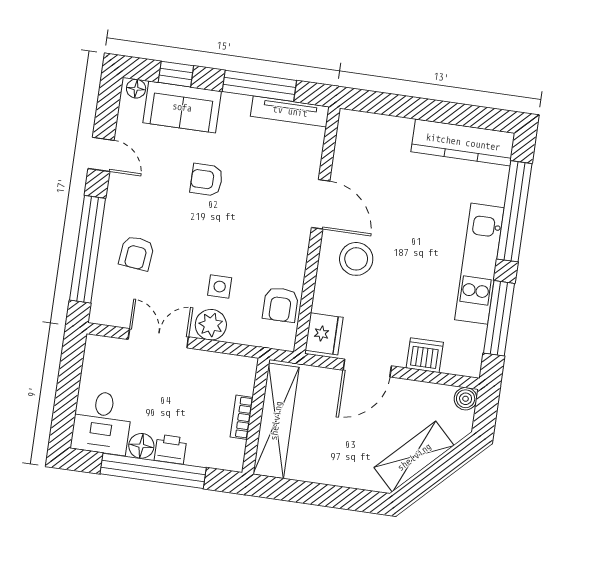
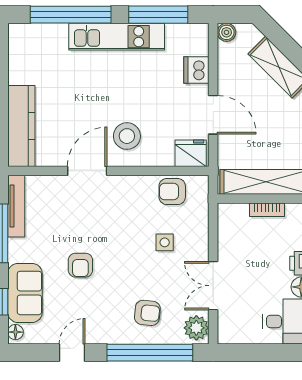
kitchen counter: (463, 142) -> (21, 126), moved
armchair: (281, 305) -> (172, 192), turned 180
plant: (211, 325) -> (196, 328), moved

